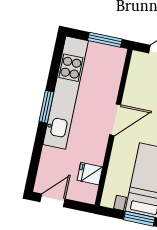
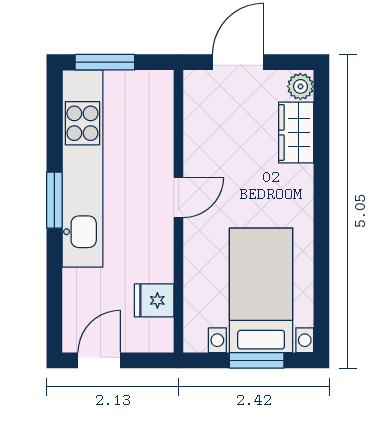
window: (105, 40) -> (105, 62), moved
door: (115, 120) -> (179, 197), width x0.73

